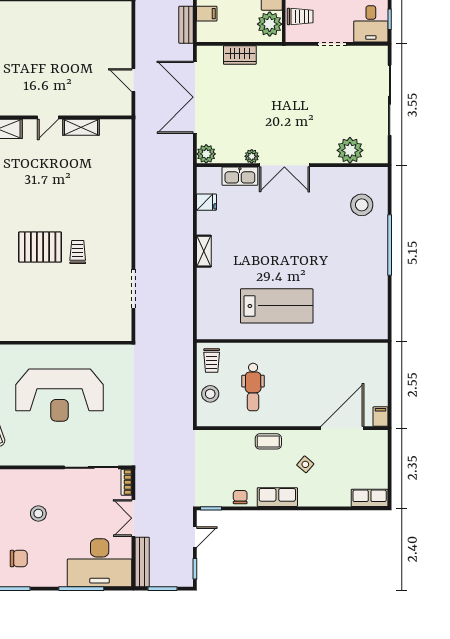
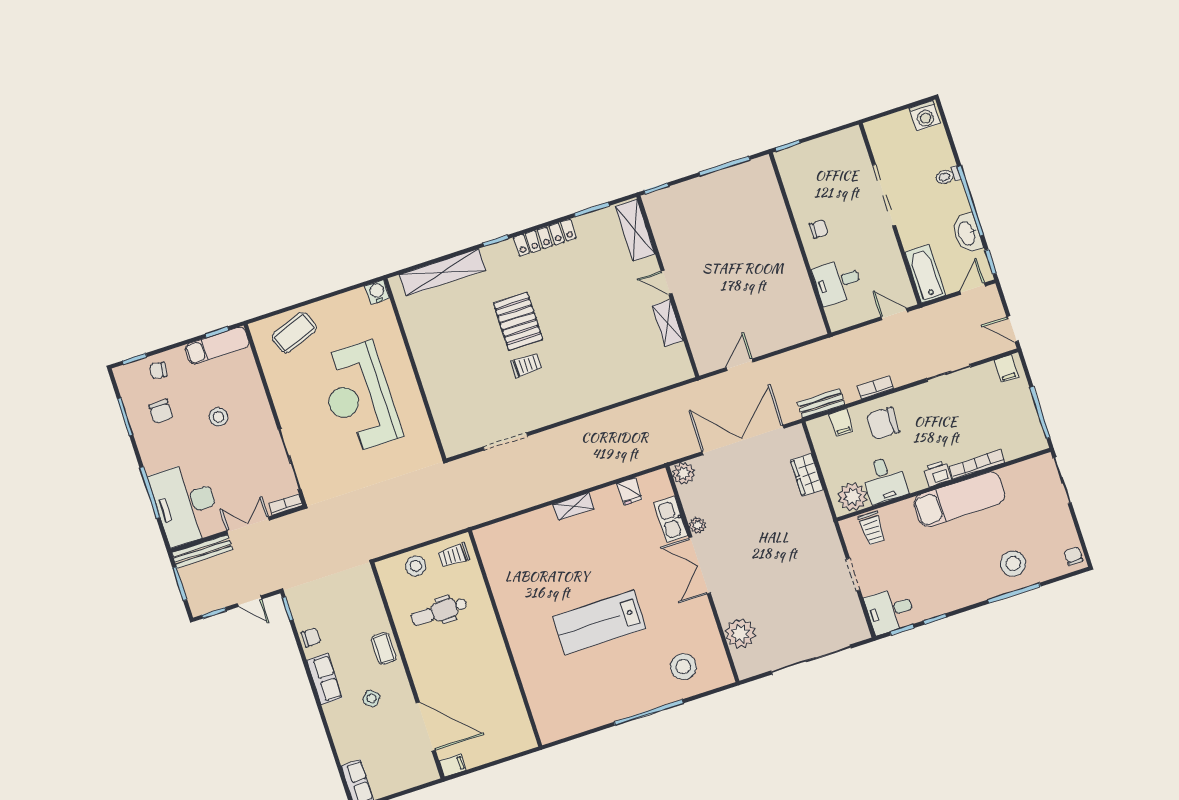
lab bench: (277, 306) -> (599, 622), moved, turned 90

